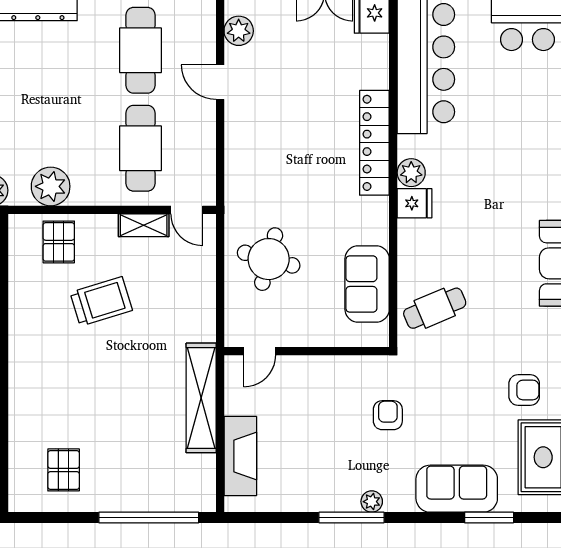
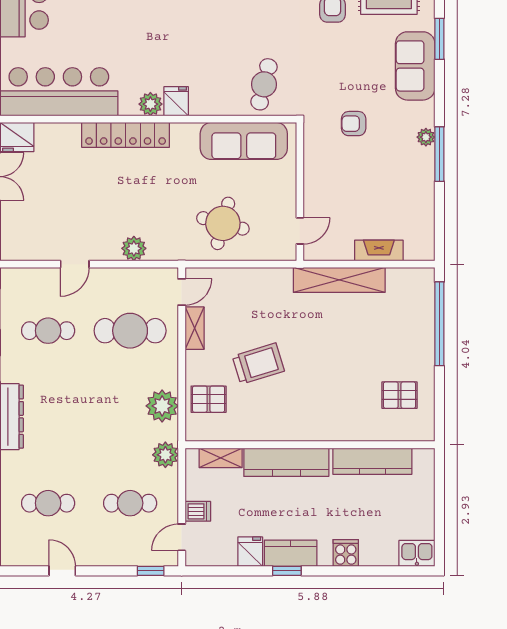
plant: (239, 31) -> (134, 248), moved
cafe table: (141, 50) -> (48, 331), width x0.73, depth x0.74
sofa: (367, 284) -> (244, 141), width x1.36
trolley: (101, 301) -> (258, 364), turned 90
cafe table: (435, 308) -> (264, 84), turned 37
door: (260, 351) -> (300, 231), hinge flipped
fireplace: (240, 456) -> (379, 250), width x0.73, depth x0.76

